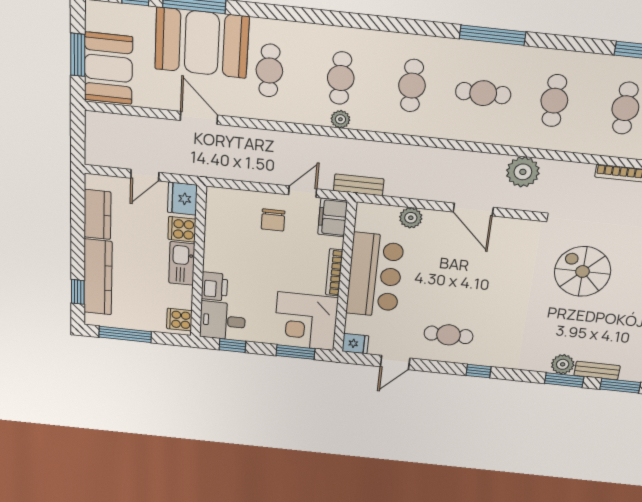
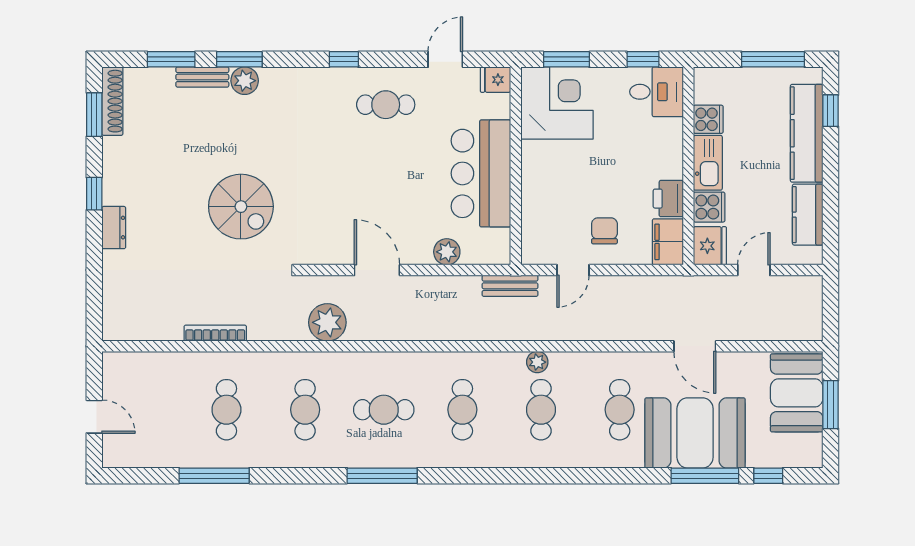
filing cabinet: (333, 218) -> (668, 242), moved, turned 180
bookcase: (334, 272) -> (529, 172), removed
printer: (214, 287) -> (668, 199), moved
cooker: (179, 320) -> (708, 119), moved

